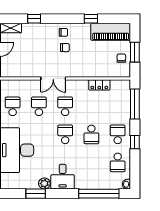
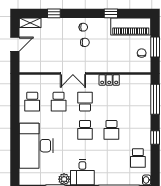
locker: (99, 85) -> (109, 80), moved
school desk: (13, 106) -> (32, 102), turned 180
school desk: (39, 106) -> (59, 102), turned 180
school desk: (65, 134) -> (85, 130), turned 180
school desk: (118, 134) -> (138, 130), removed

